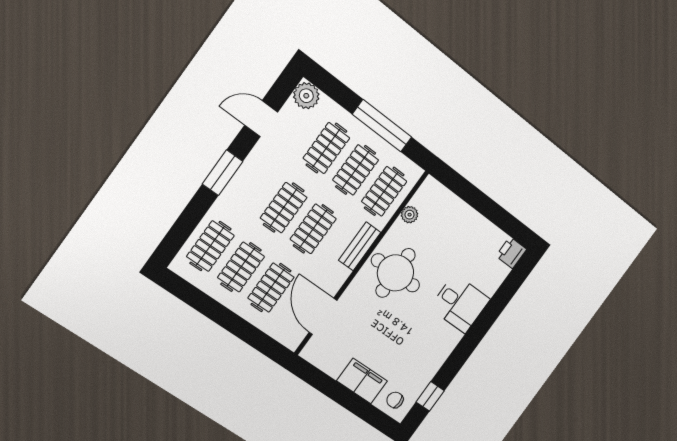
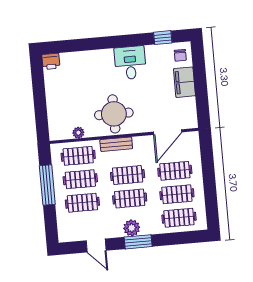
plant: (306, 96) -> (132, 228), moved
desk: (460, 303) -> (130, 63), moved

